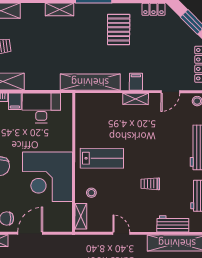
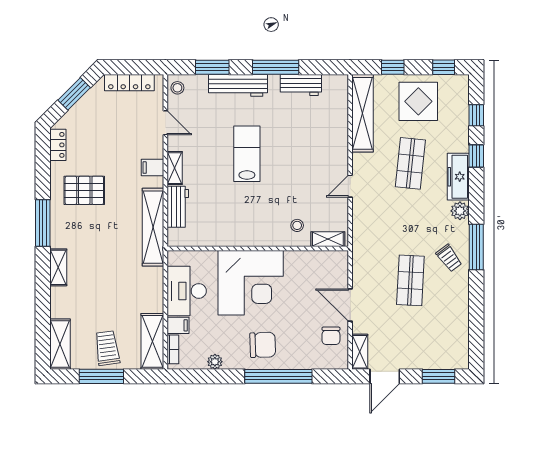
lab bench: (102, 158) -> (247, 154), moved
corner desk: (47, 177) -> (251, 283), moved
trolley: (150, 184) -> (285, 149), removed
workbench: (173, 224) -> (178, 207), moved, turned 180

